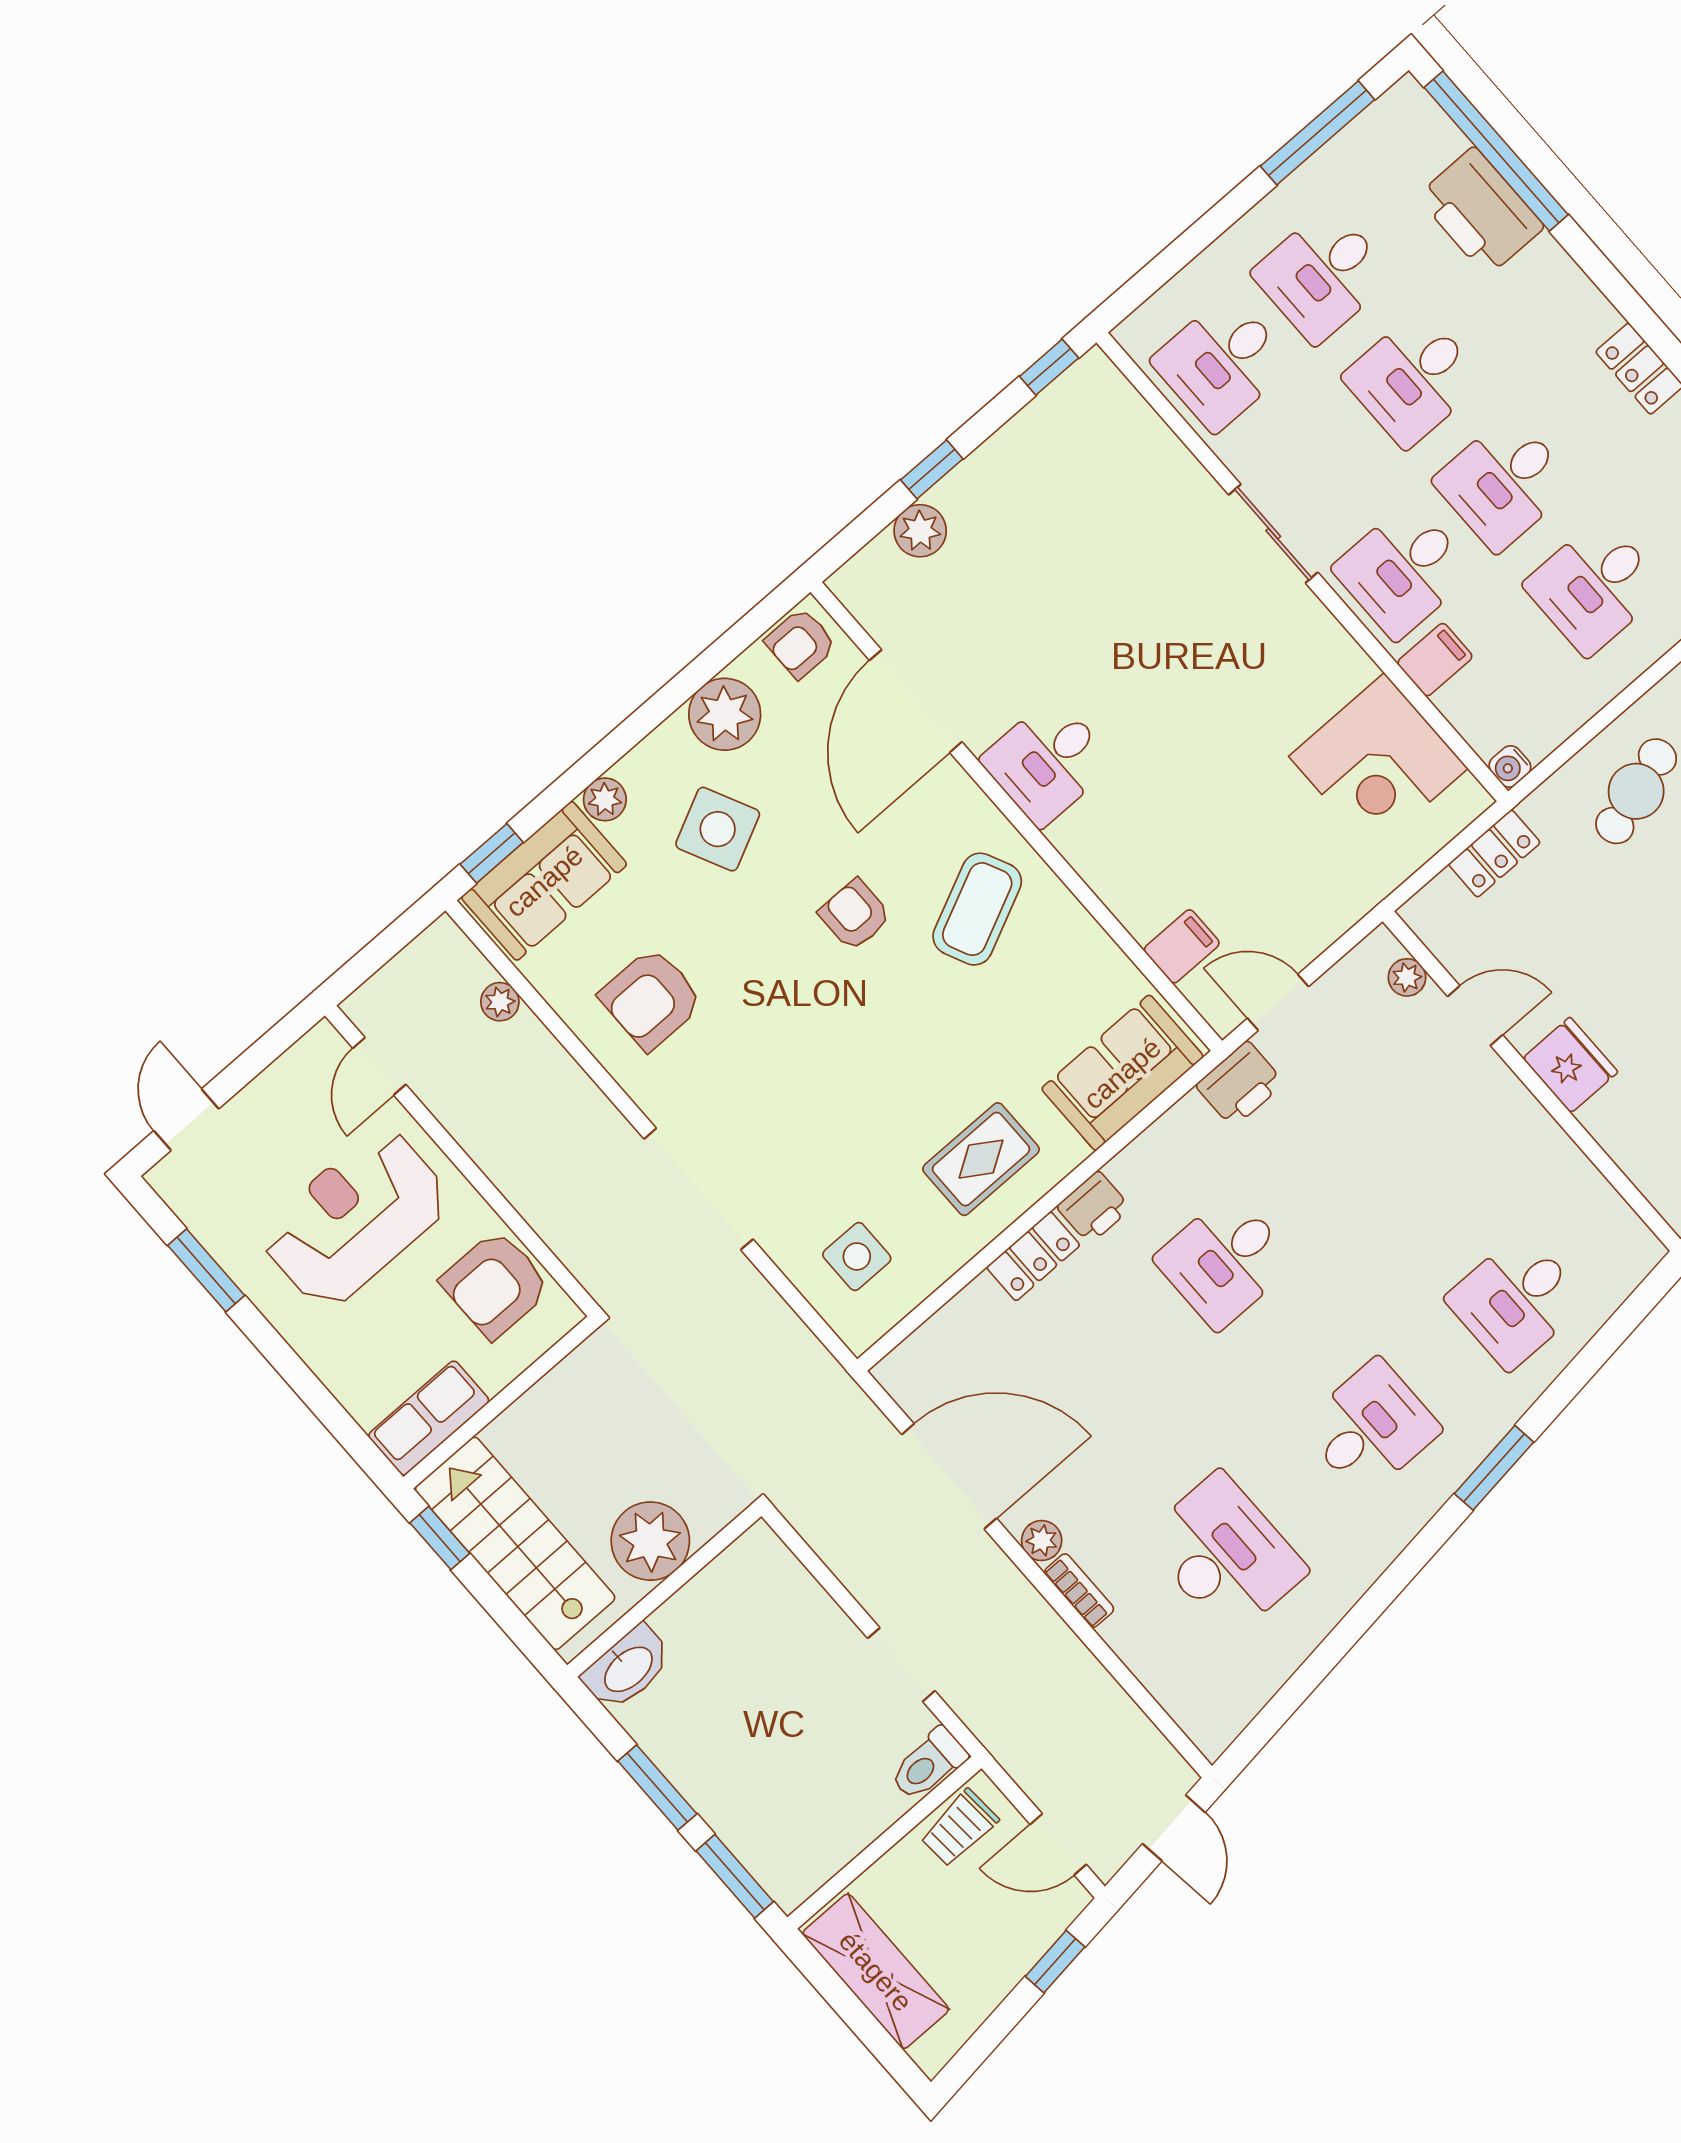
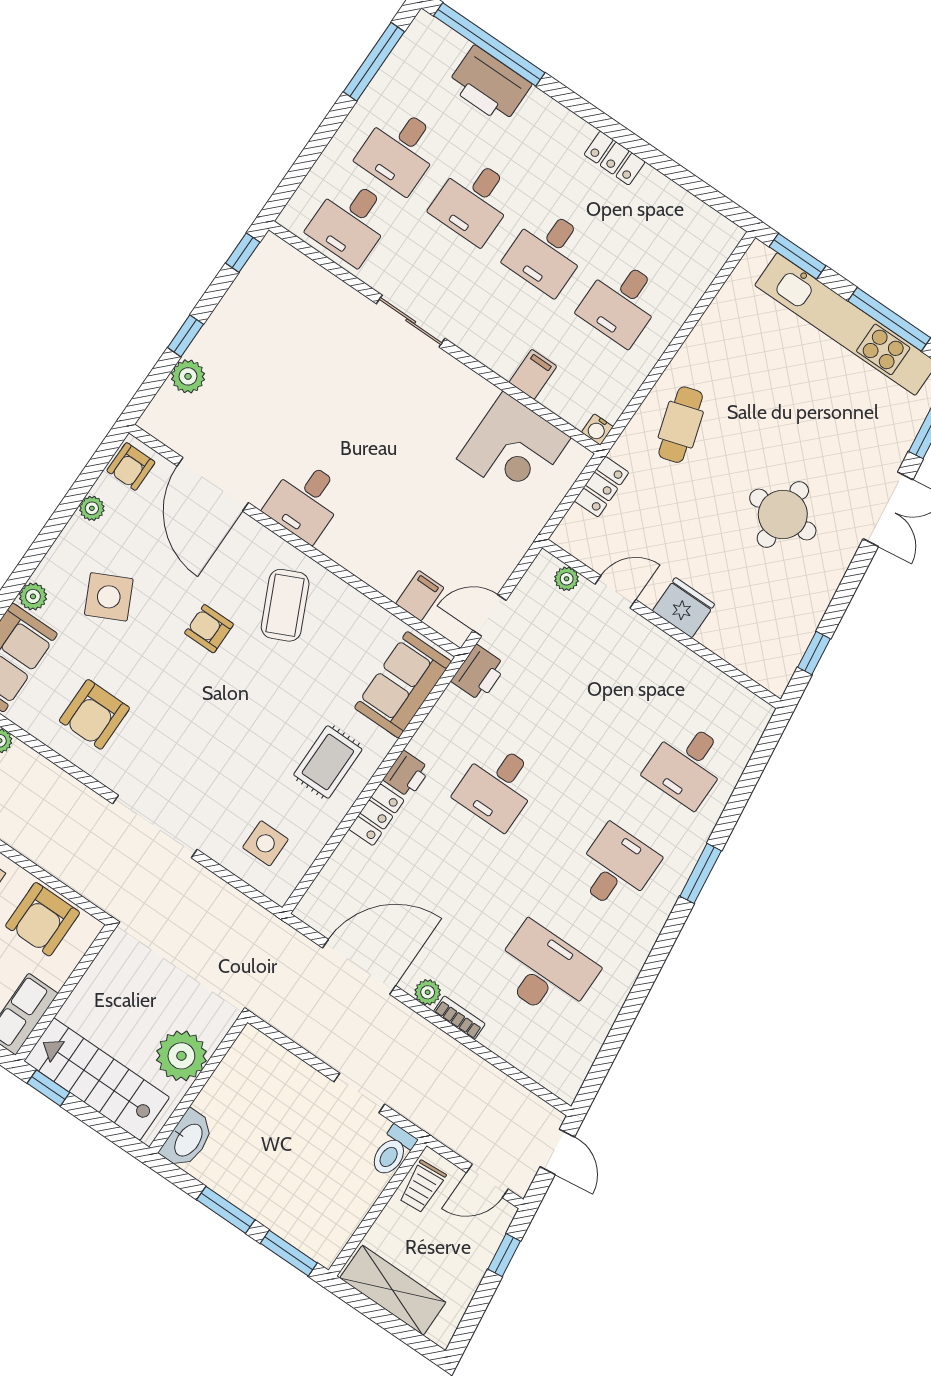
desk: (1403, 570) -> (498, 323), removed
plant: (725, 714) -> (92, 508), width x0.53, depth x0.53

